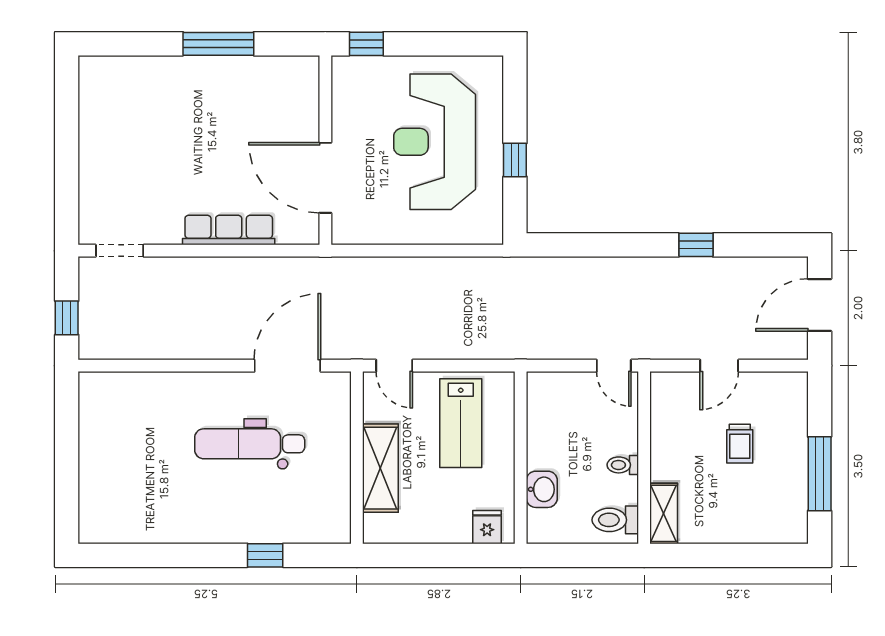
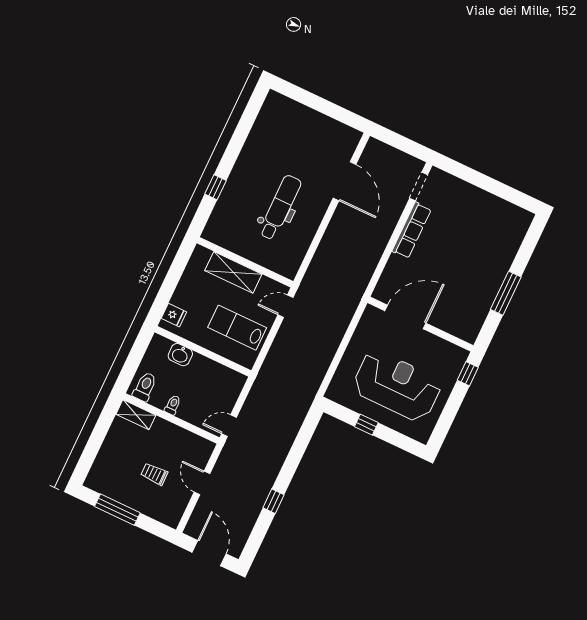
row of seats: (229, 230) -> (412, 230), moved
window: (67, 318) -> (396, 140), removed
door: (287, 366) -> (345, 181), moved

